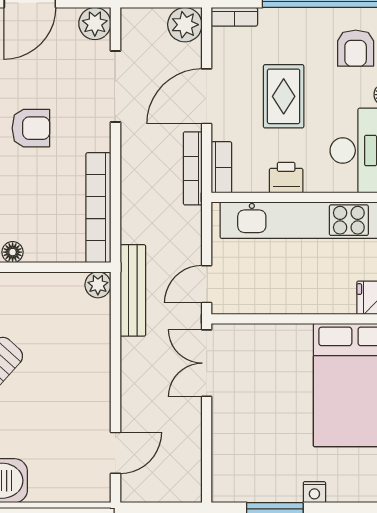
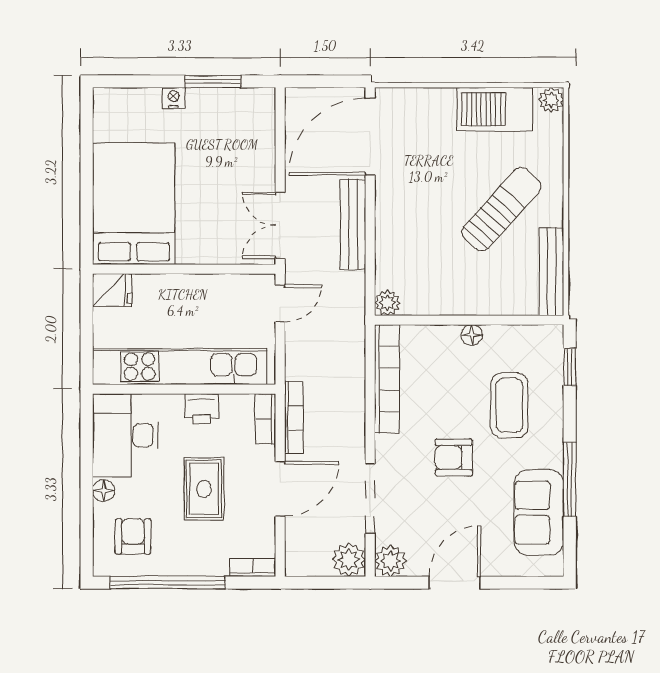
plant: (185, 25) -> (349, 560), moved
bench: (133, 290) -> (353, 224), moved
double door: (207, 363) -> (280, 225), swing flipped
door: (115, 453) -> (370, 137), width x1.87

